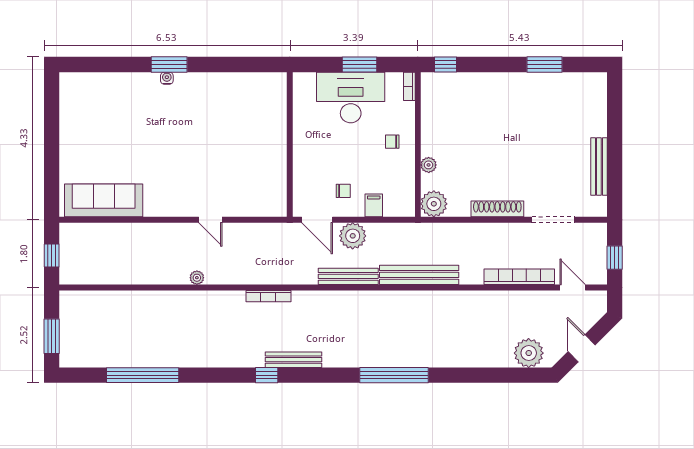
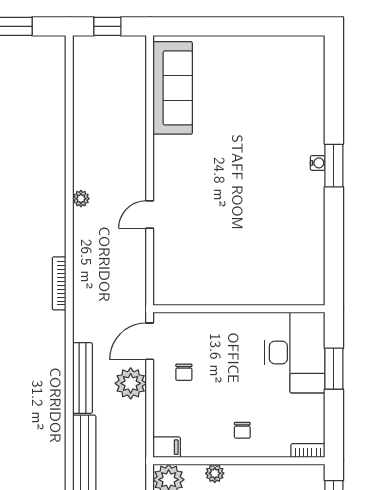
window: (359, 64) -> (334, 369), moved
desk: (351, 97) -> (295, 353), moved
chair: (392, 142) -> (242, 430), turned 180
filing cabinet: (374, 205) -> (167, 447), moved

